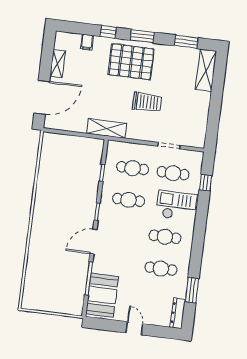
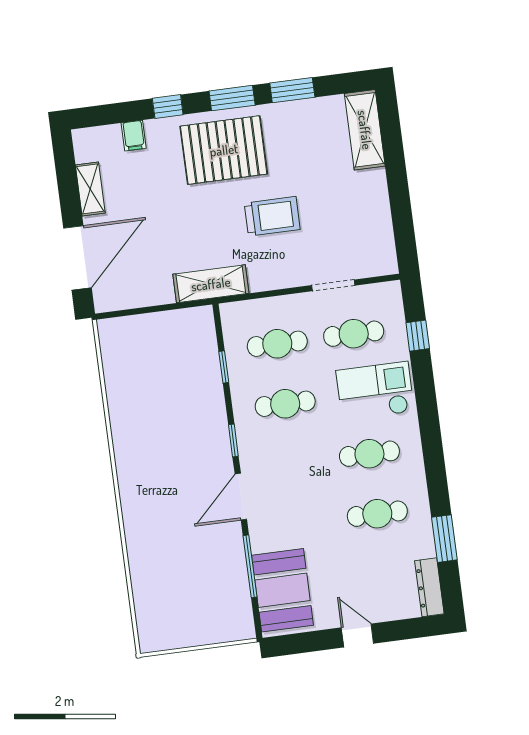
window: (186, 42) -> (292, 90), moved

